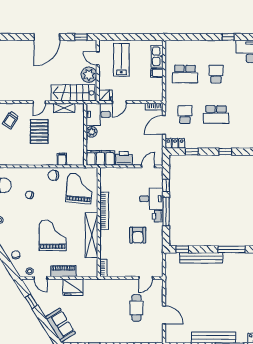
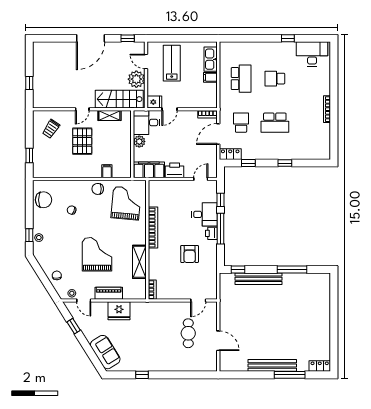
school desk: (185, 74) -> (241, 79), turned -90
school desk: (216, 74) -> (275, 79), turned -90
shelving: (92, 235) -> (139, 262), width x0.68

